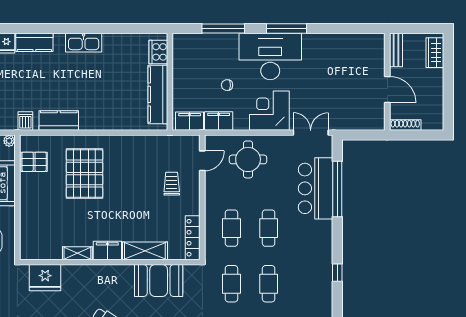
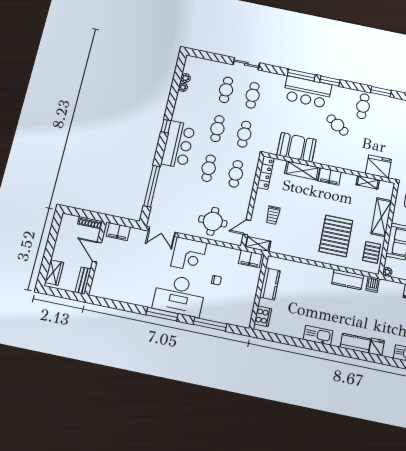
kitchen counter: (158, 94) -> (270, 284), width x0.67
filing cabinet: (219, 121) -> (118, 232), moved
shelving: (184, 142) -> (258, 244), added
pallet: (34, 162) -> (372, 252), turned 90
bar counter: (315, 188) -> (178, 145), moved
shelving: (30, 211) -> (381, 217), added
shelving: (77, 253) -> (368, 182), moved

